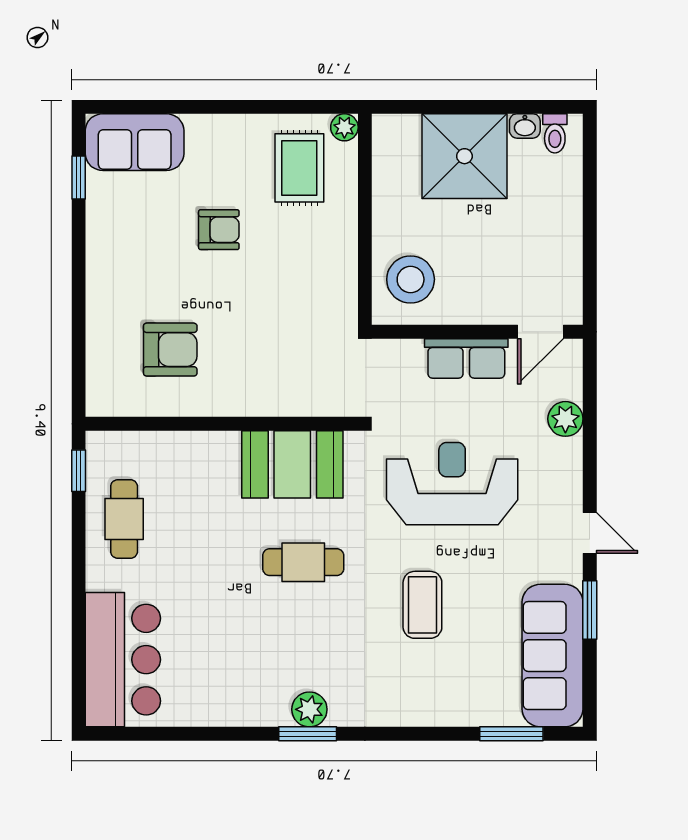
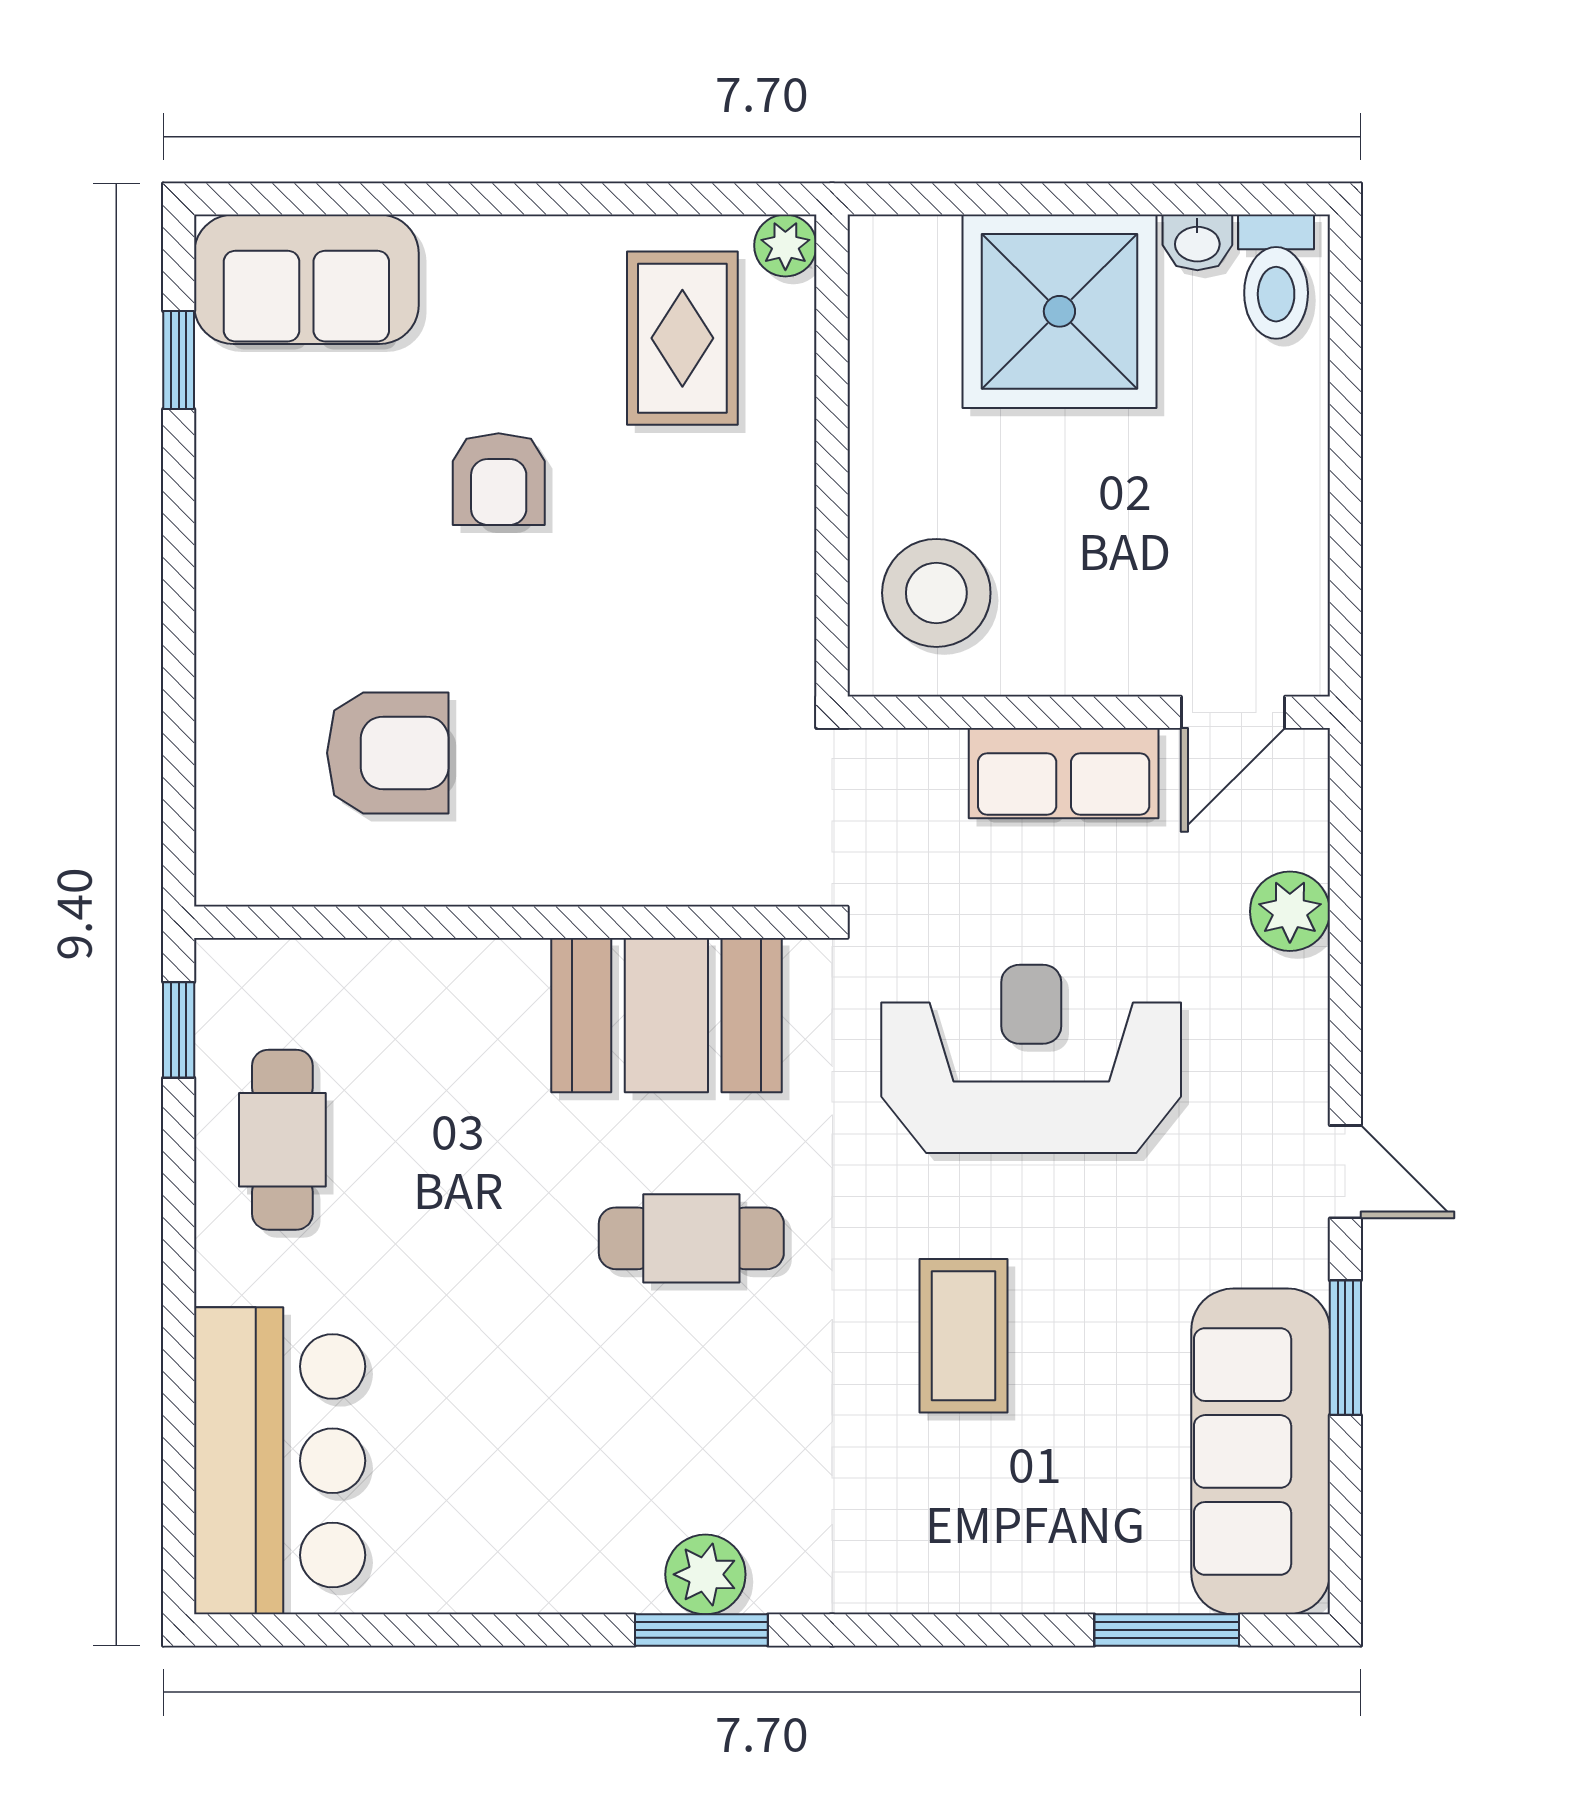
toilet: (555, 133) -> (1276, 277), width x1.37, depth x1.39
armchair: (219, 230) -> (499, 479), turned 90

